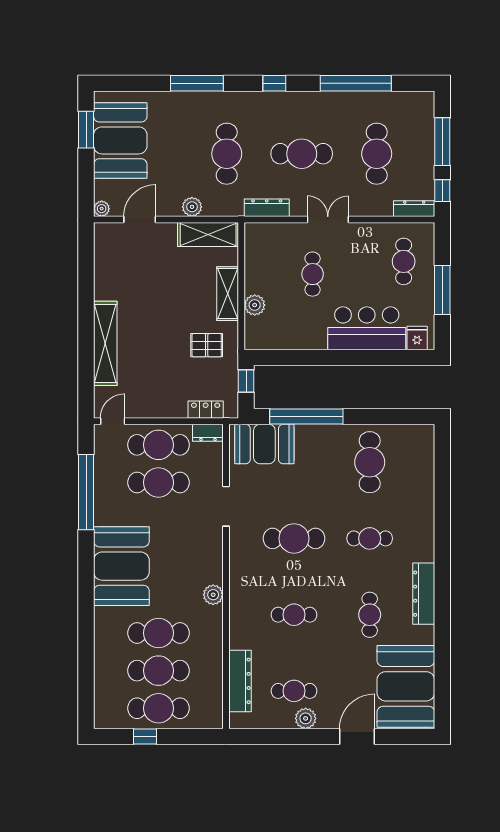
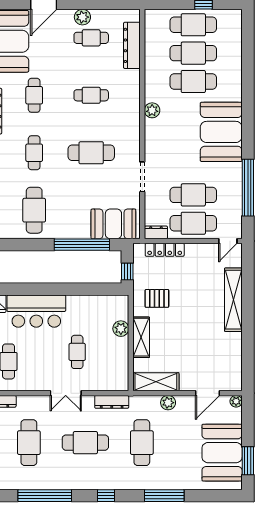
locker: (206, 410) -> (165, 250), width x1.53
cafe table: (370, 538) -> (34, 153), turned 90

